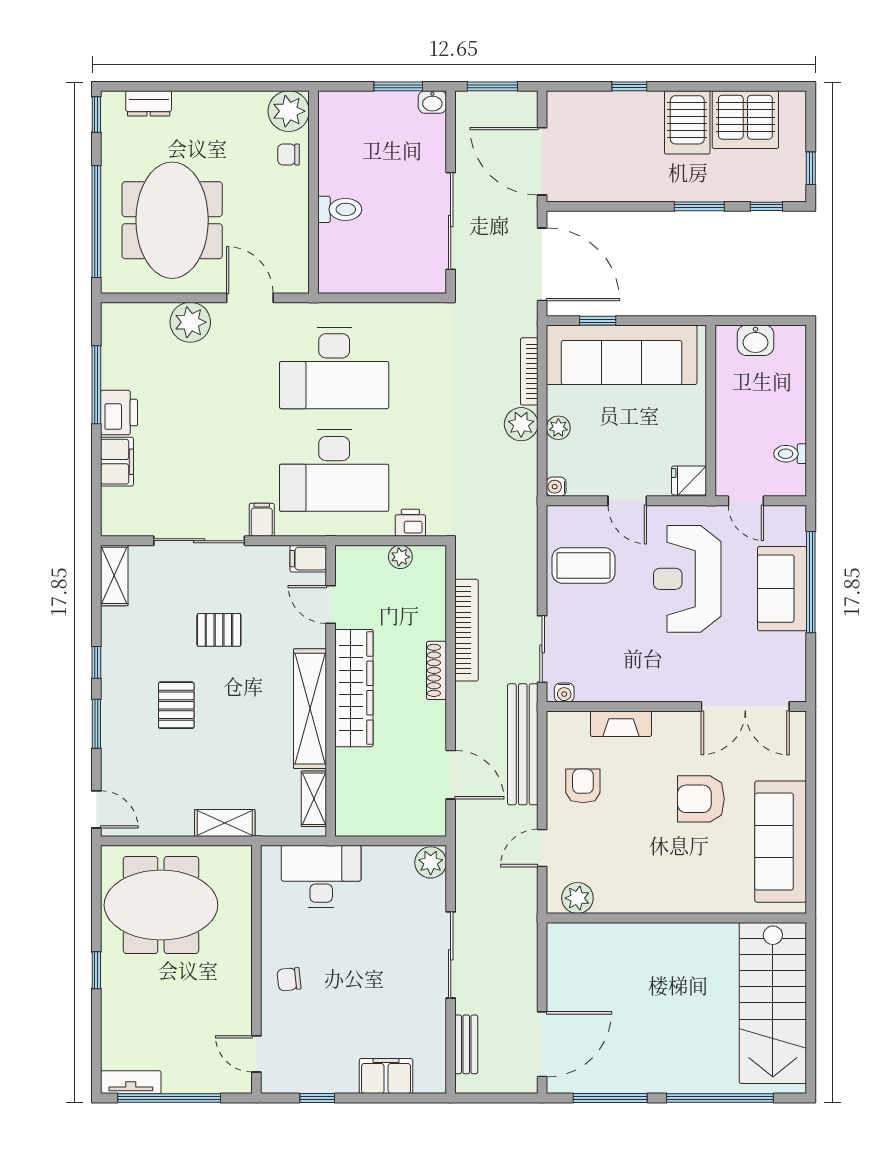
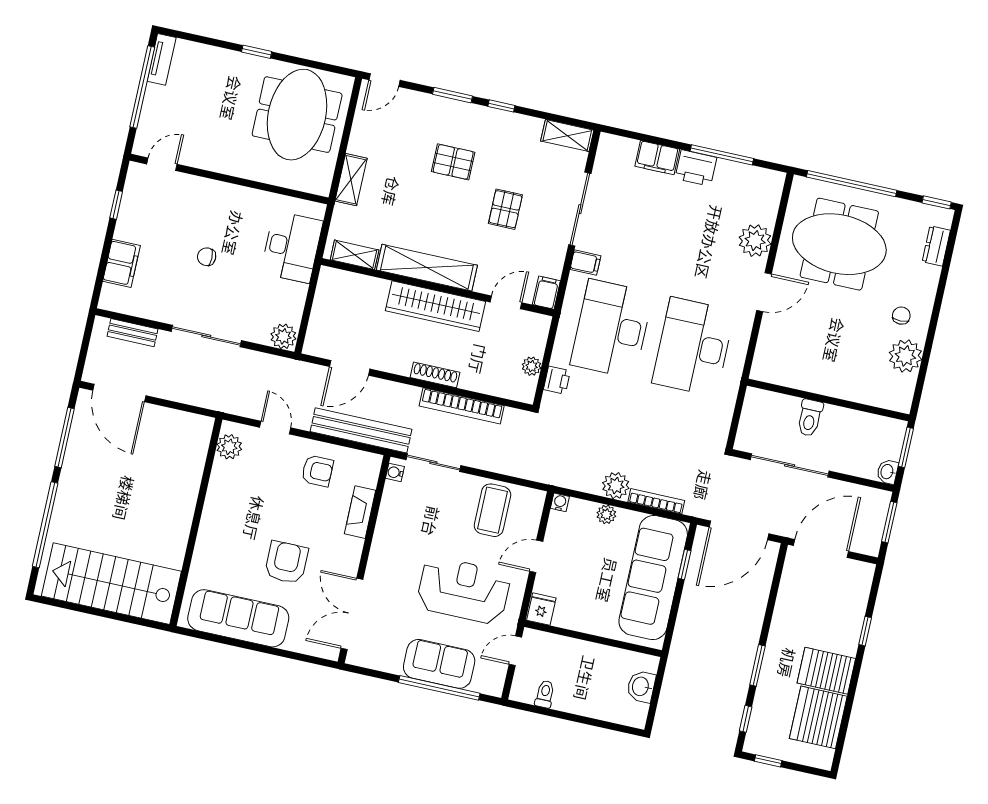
chair: (289, 154) -> (901, 316), moved
wall: (314, 192) -> (828, 400), moved
toilet: (340, 209) -> (810, 418), moved
chair: (289, 979) -> (207, 257), moved, turned -84

